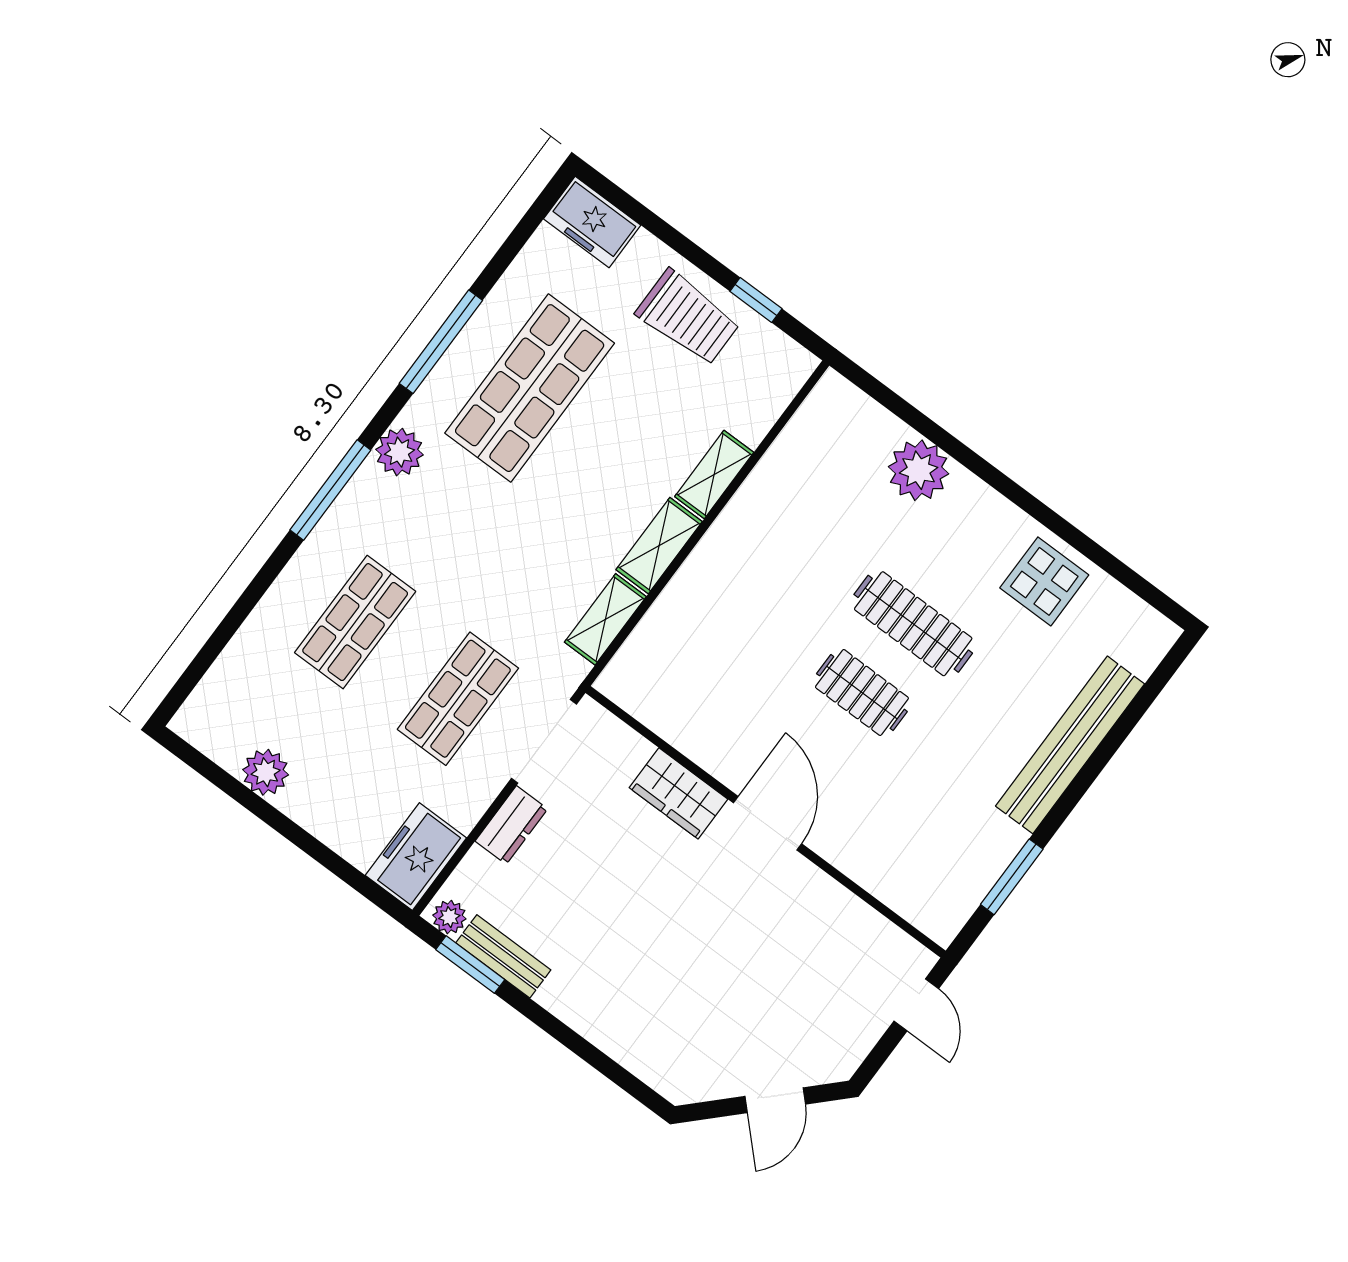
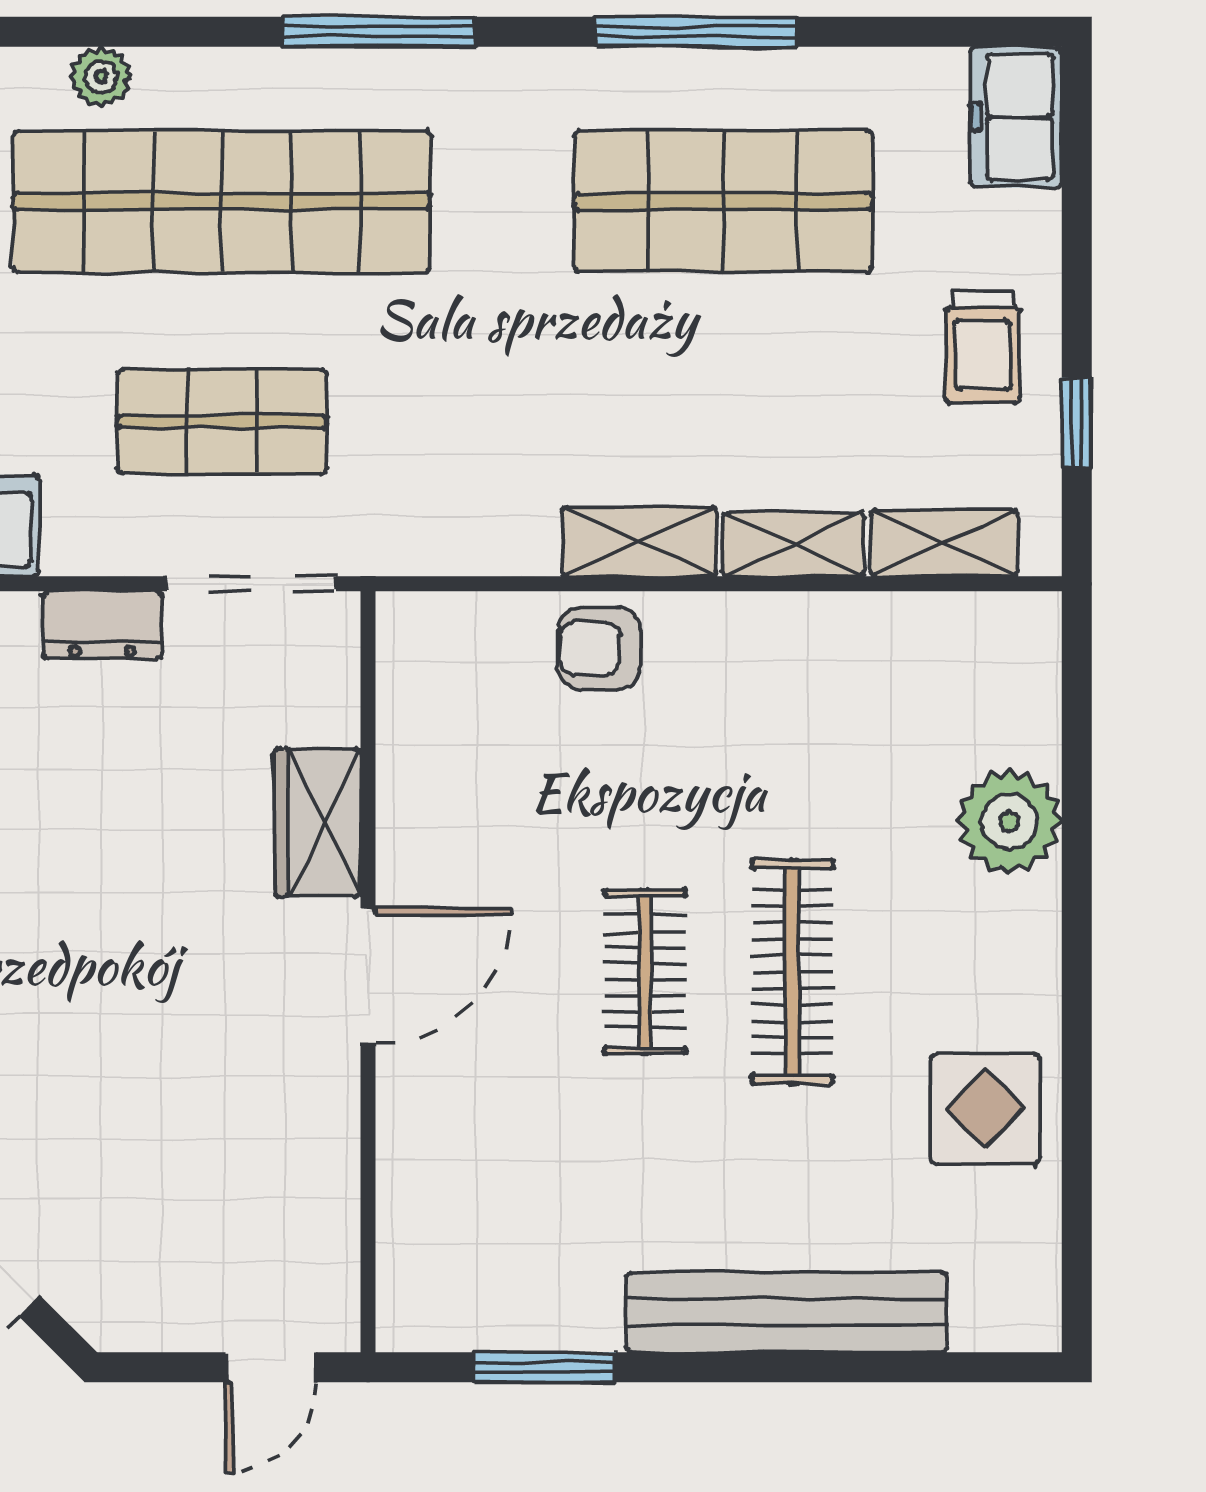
trolley: (688, 317) -> (983, 347), width x0.73, depth x0.72
plant: (400, 452) -> (101, 77), moved, width x0.73, depth x0.73
armchair: (695, 601) -> (600, 648), added
shelving: (605, 619) -> (944, 543), moved
shop shelf: (355, 622) -> (222, 201), width x2.00, depth x1.36

